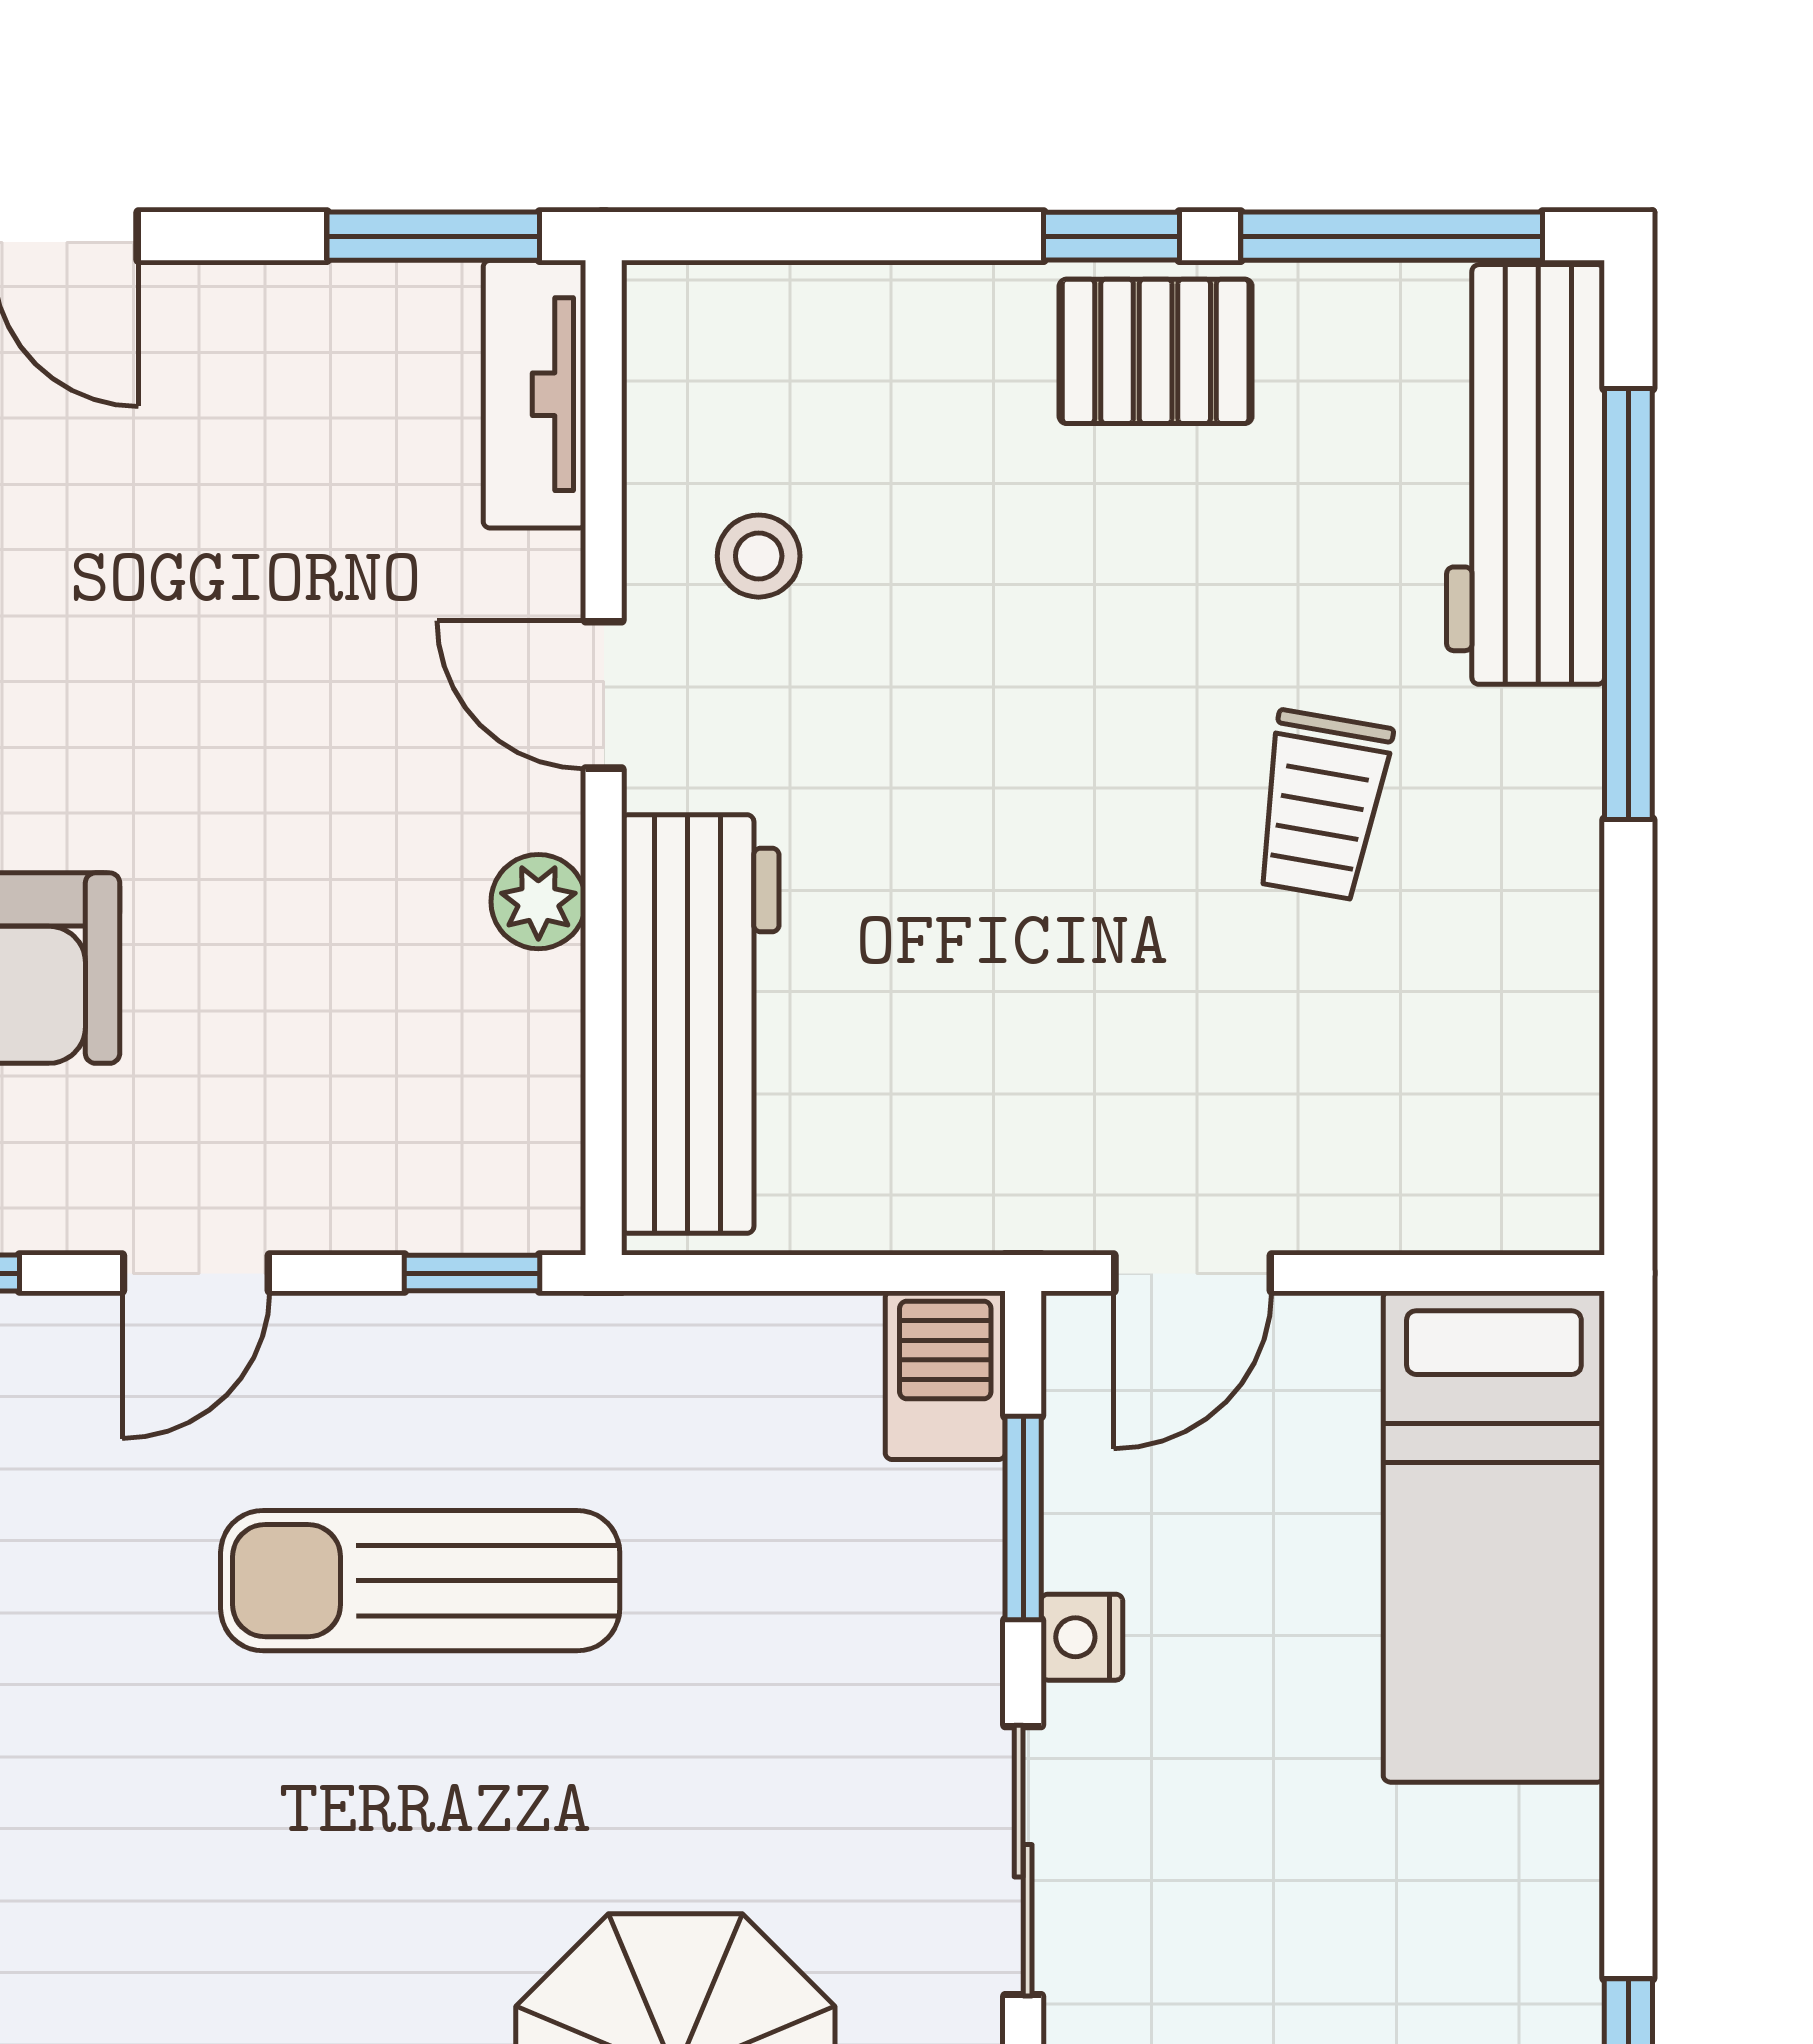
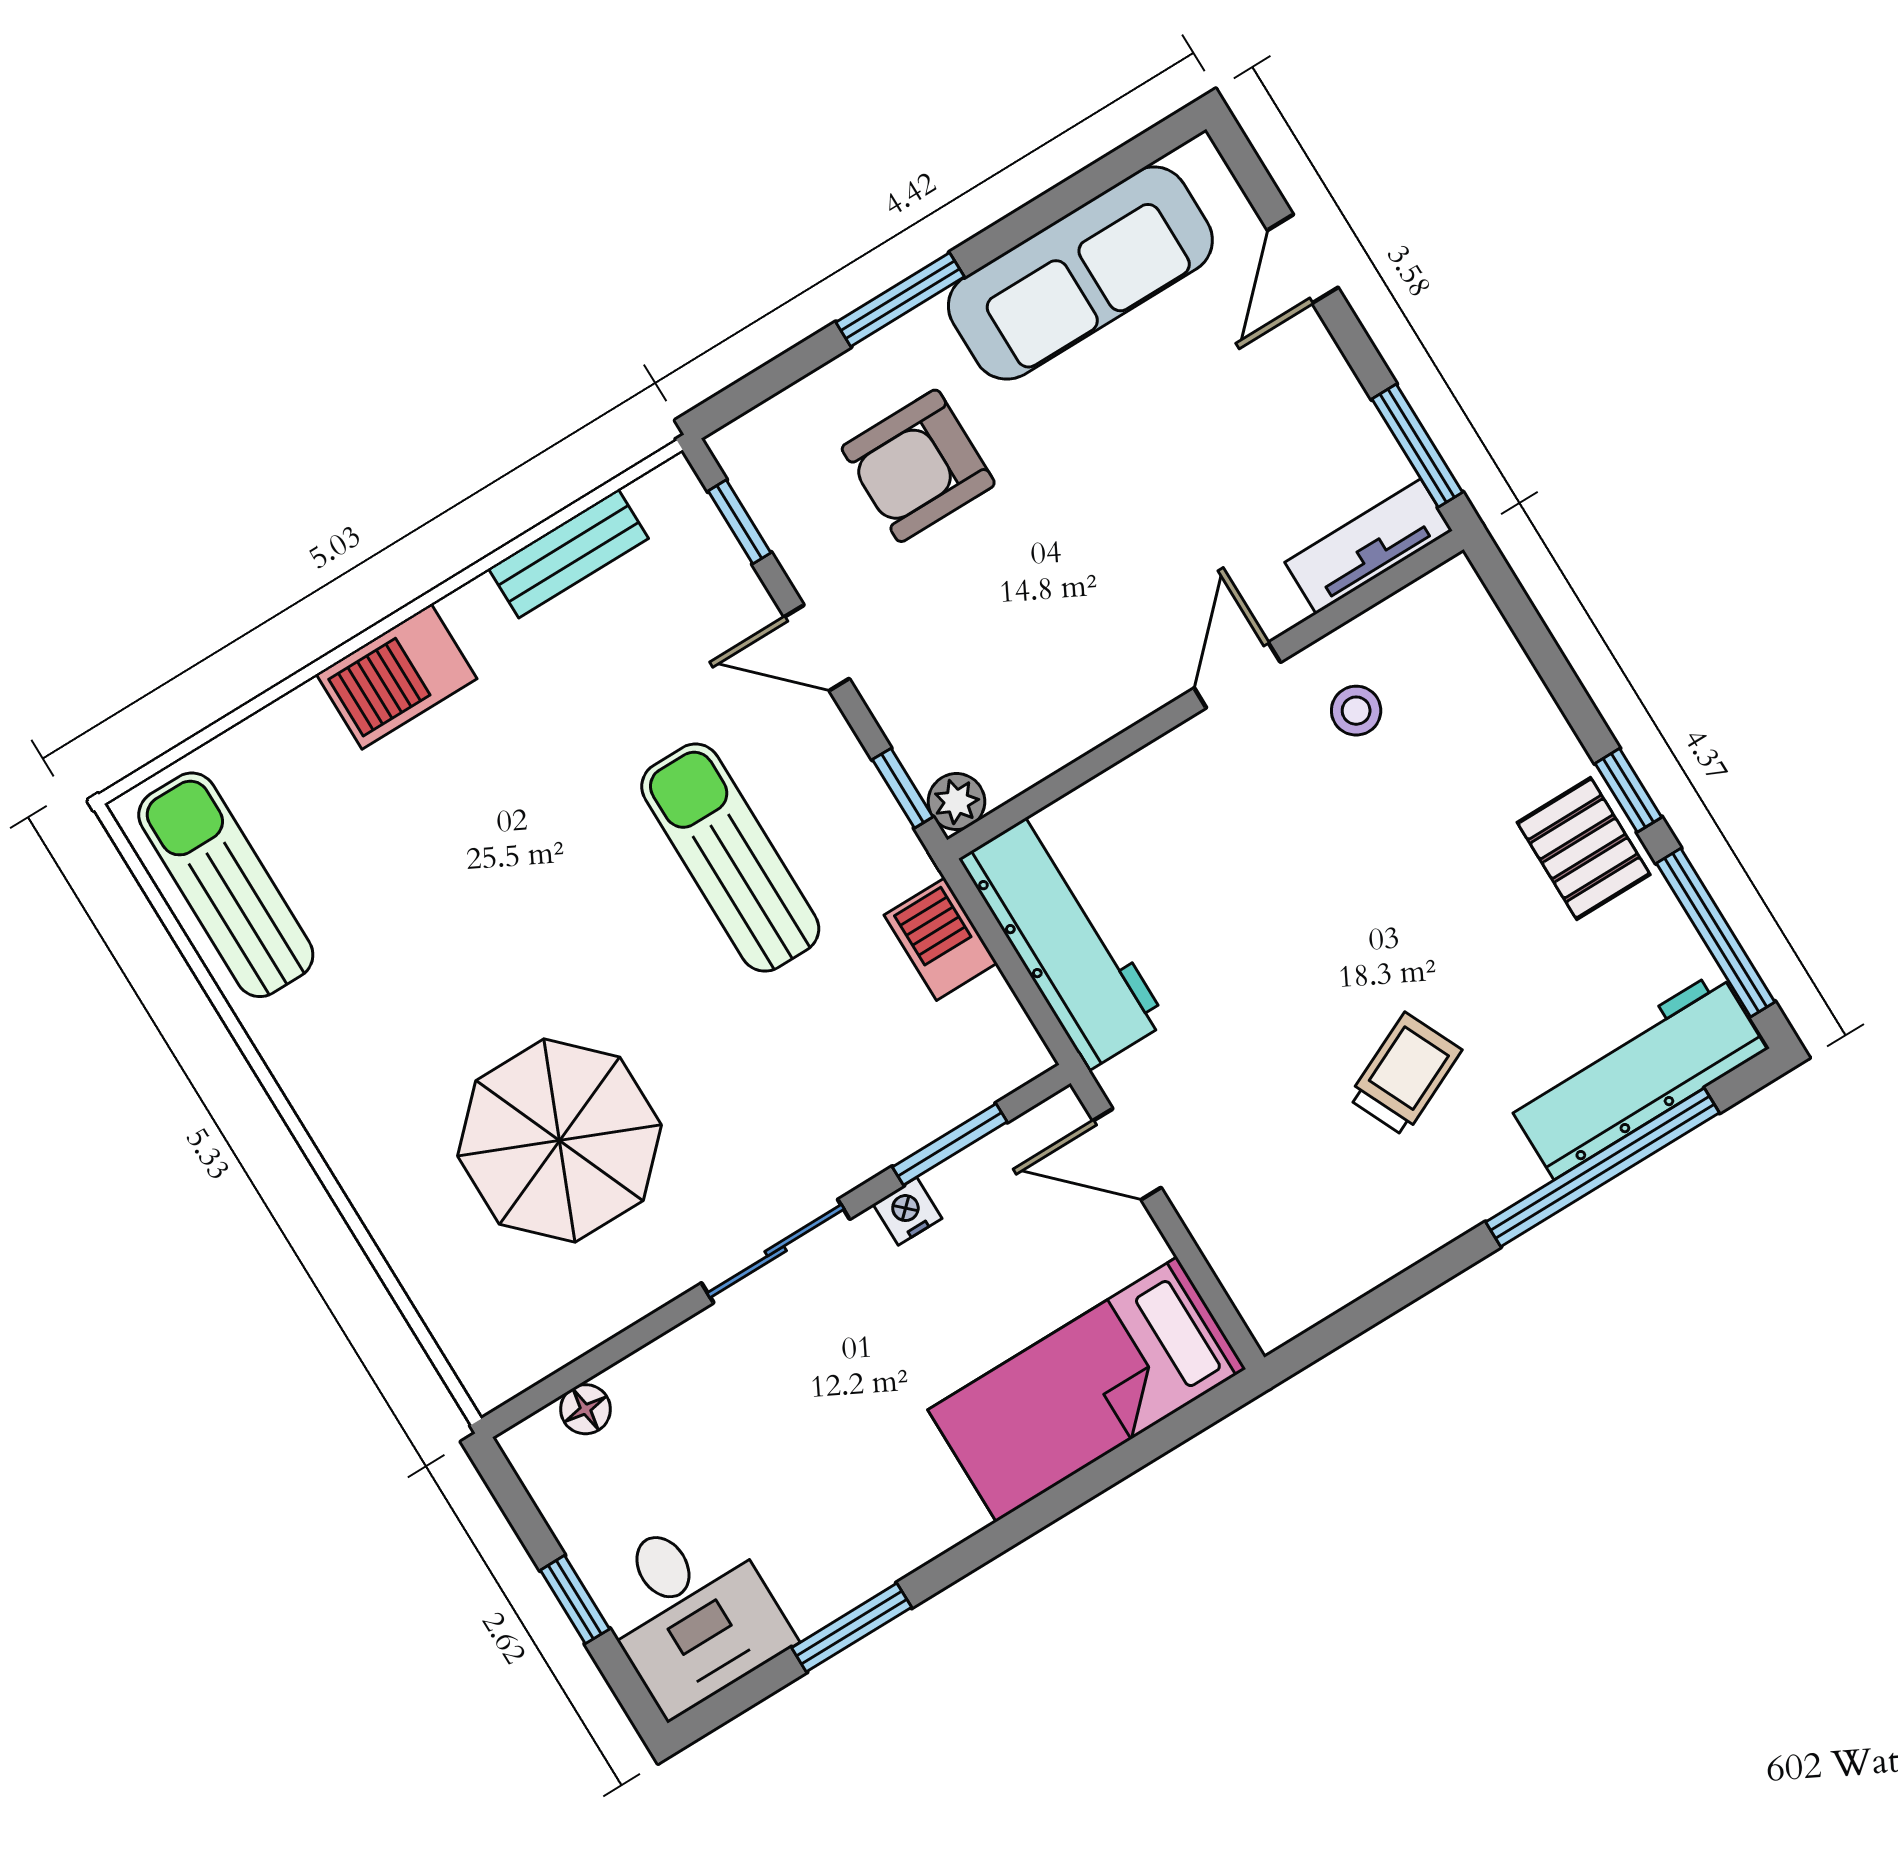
trolley: (1322, 805) -> (1405, 1074), turned 145
plant: (538, 902) -> (956, 802), moved
workbench: (700, 1024) -> (1063, 940), moved, turned -90
barbecue: (945, 1375) -> (941, 939), moved, turned -90

